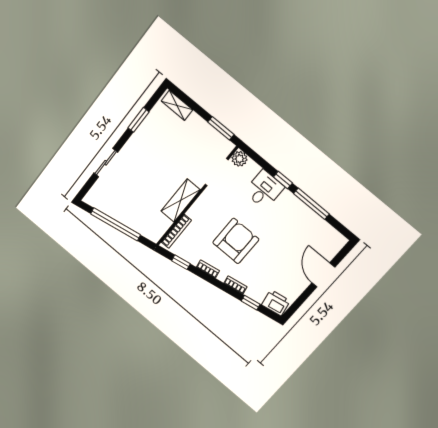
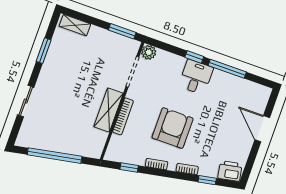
desk: (264, 190) -> (196, 77), moved
bookcase: (176, 231) -> (123, 116), moved

